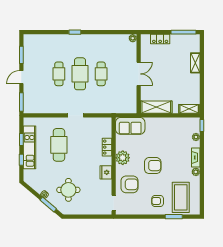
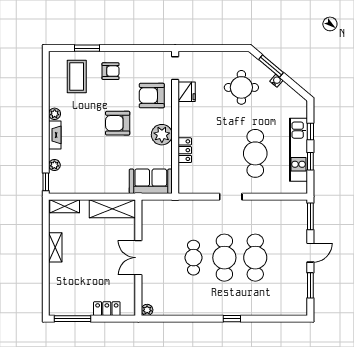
shelving: (195, 63) -> (55, 247), moved
cafe table: (59, 74) -> (255, 258), width x1.37, depth x1.35
fridge: (106, 172) -> (187, 92), moved
coffee table: (181, 197) -> (77, 77), width x0.73, depth x0.76

